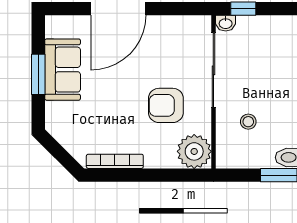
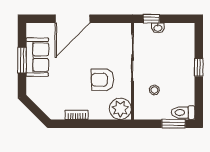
washbasin: (226, 23) -> (158, 28), moved
bookcase: (115, 161) -> (77, 115), width x0.64

